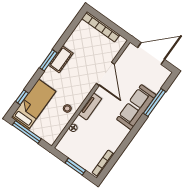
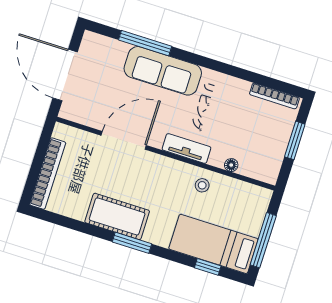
cot: (61, 59) -> (117, 216), width x1.37, depth x1.34

